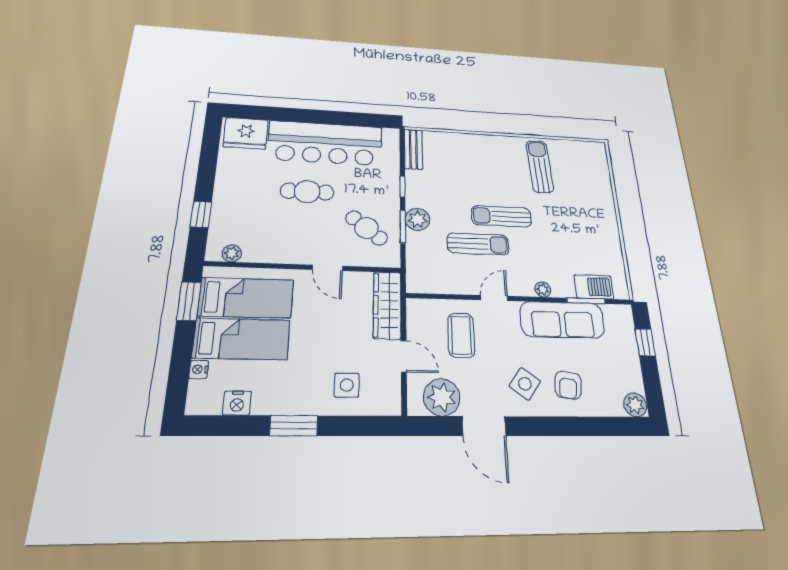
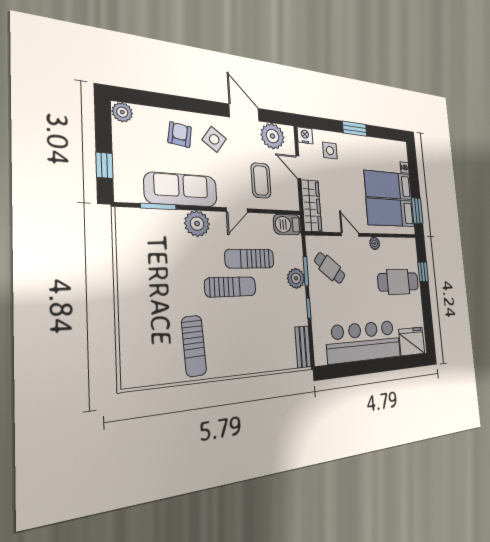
cafe table: (307, 192) -> (398, 282), moved, width x1.37, depth x1.35
plant: (232, 253) -> (375, 243), moved
barbecue: (594, 287) -> (287, 225), moved
plant: (543, 289) -> (197, 224), width x1.87, depth x1.87
nightstand: (237, 403) -> (305, 135), moved

